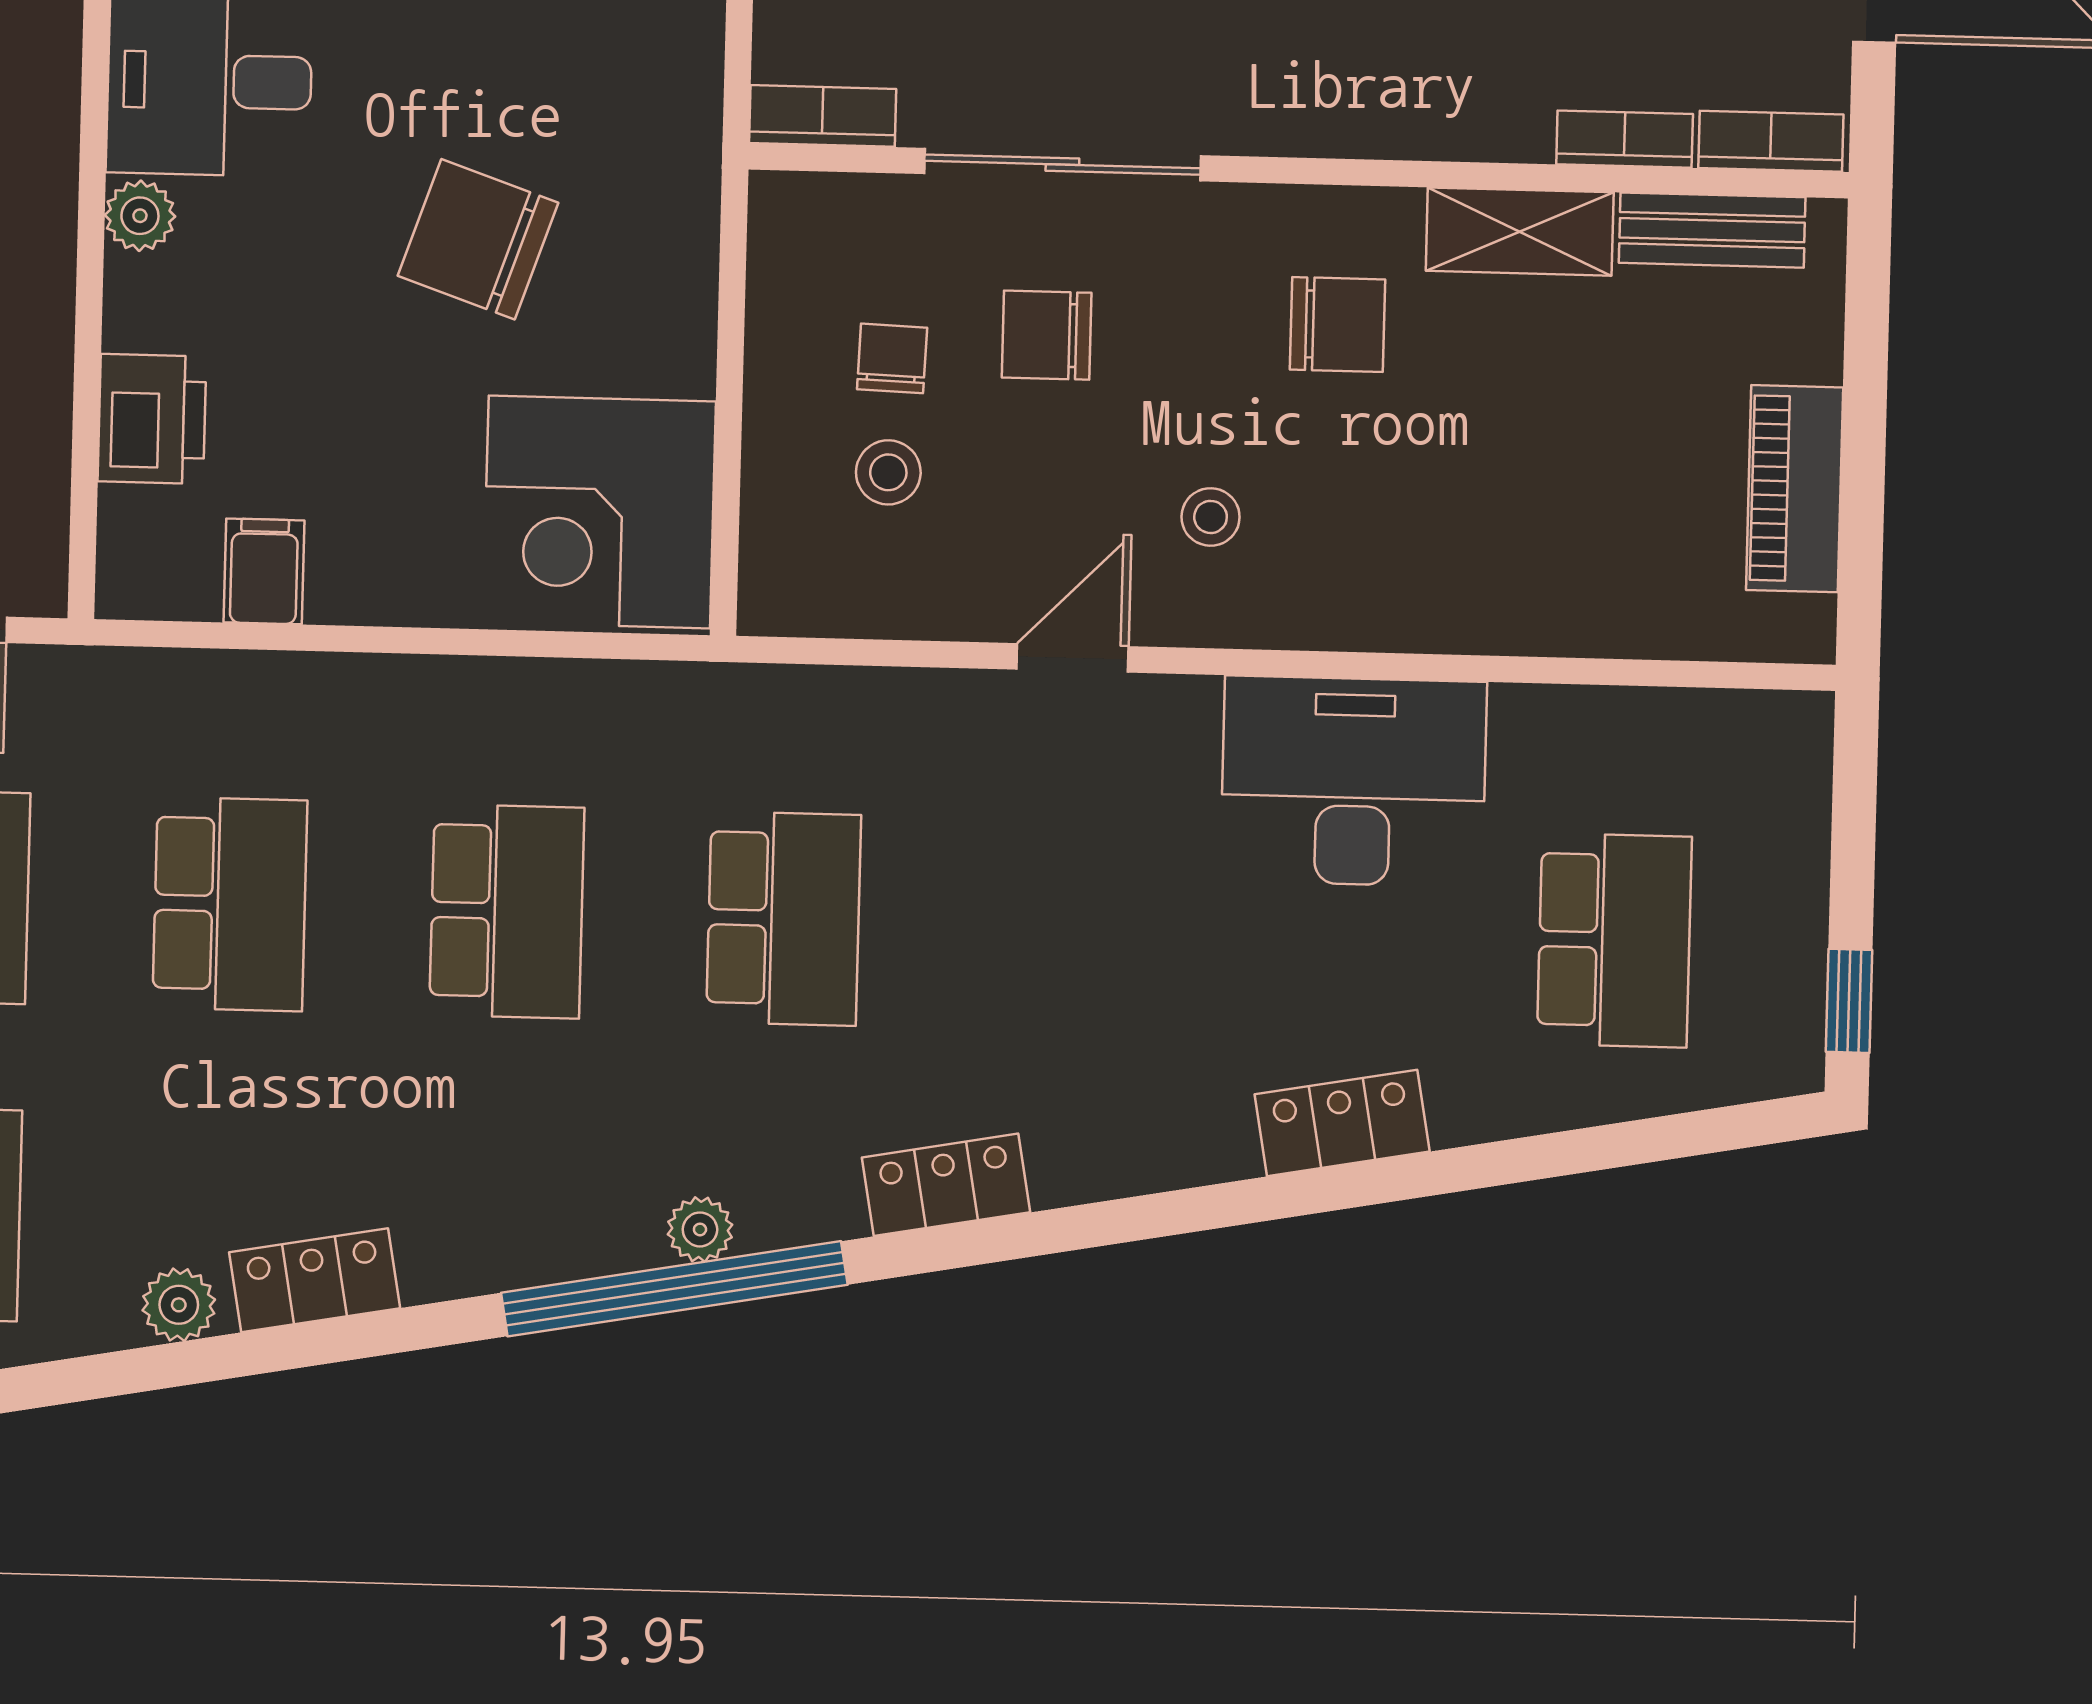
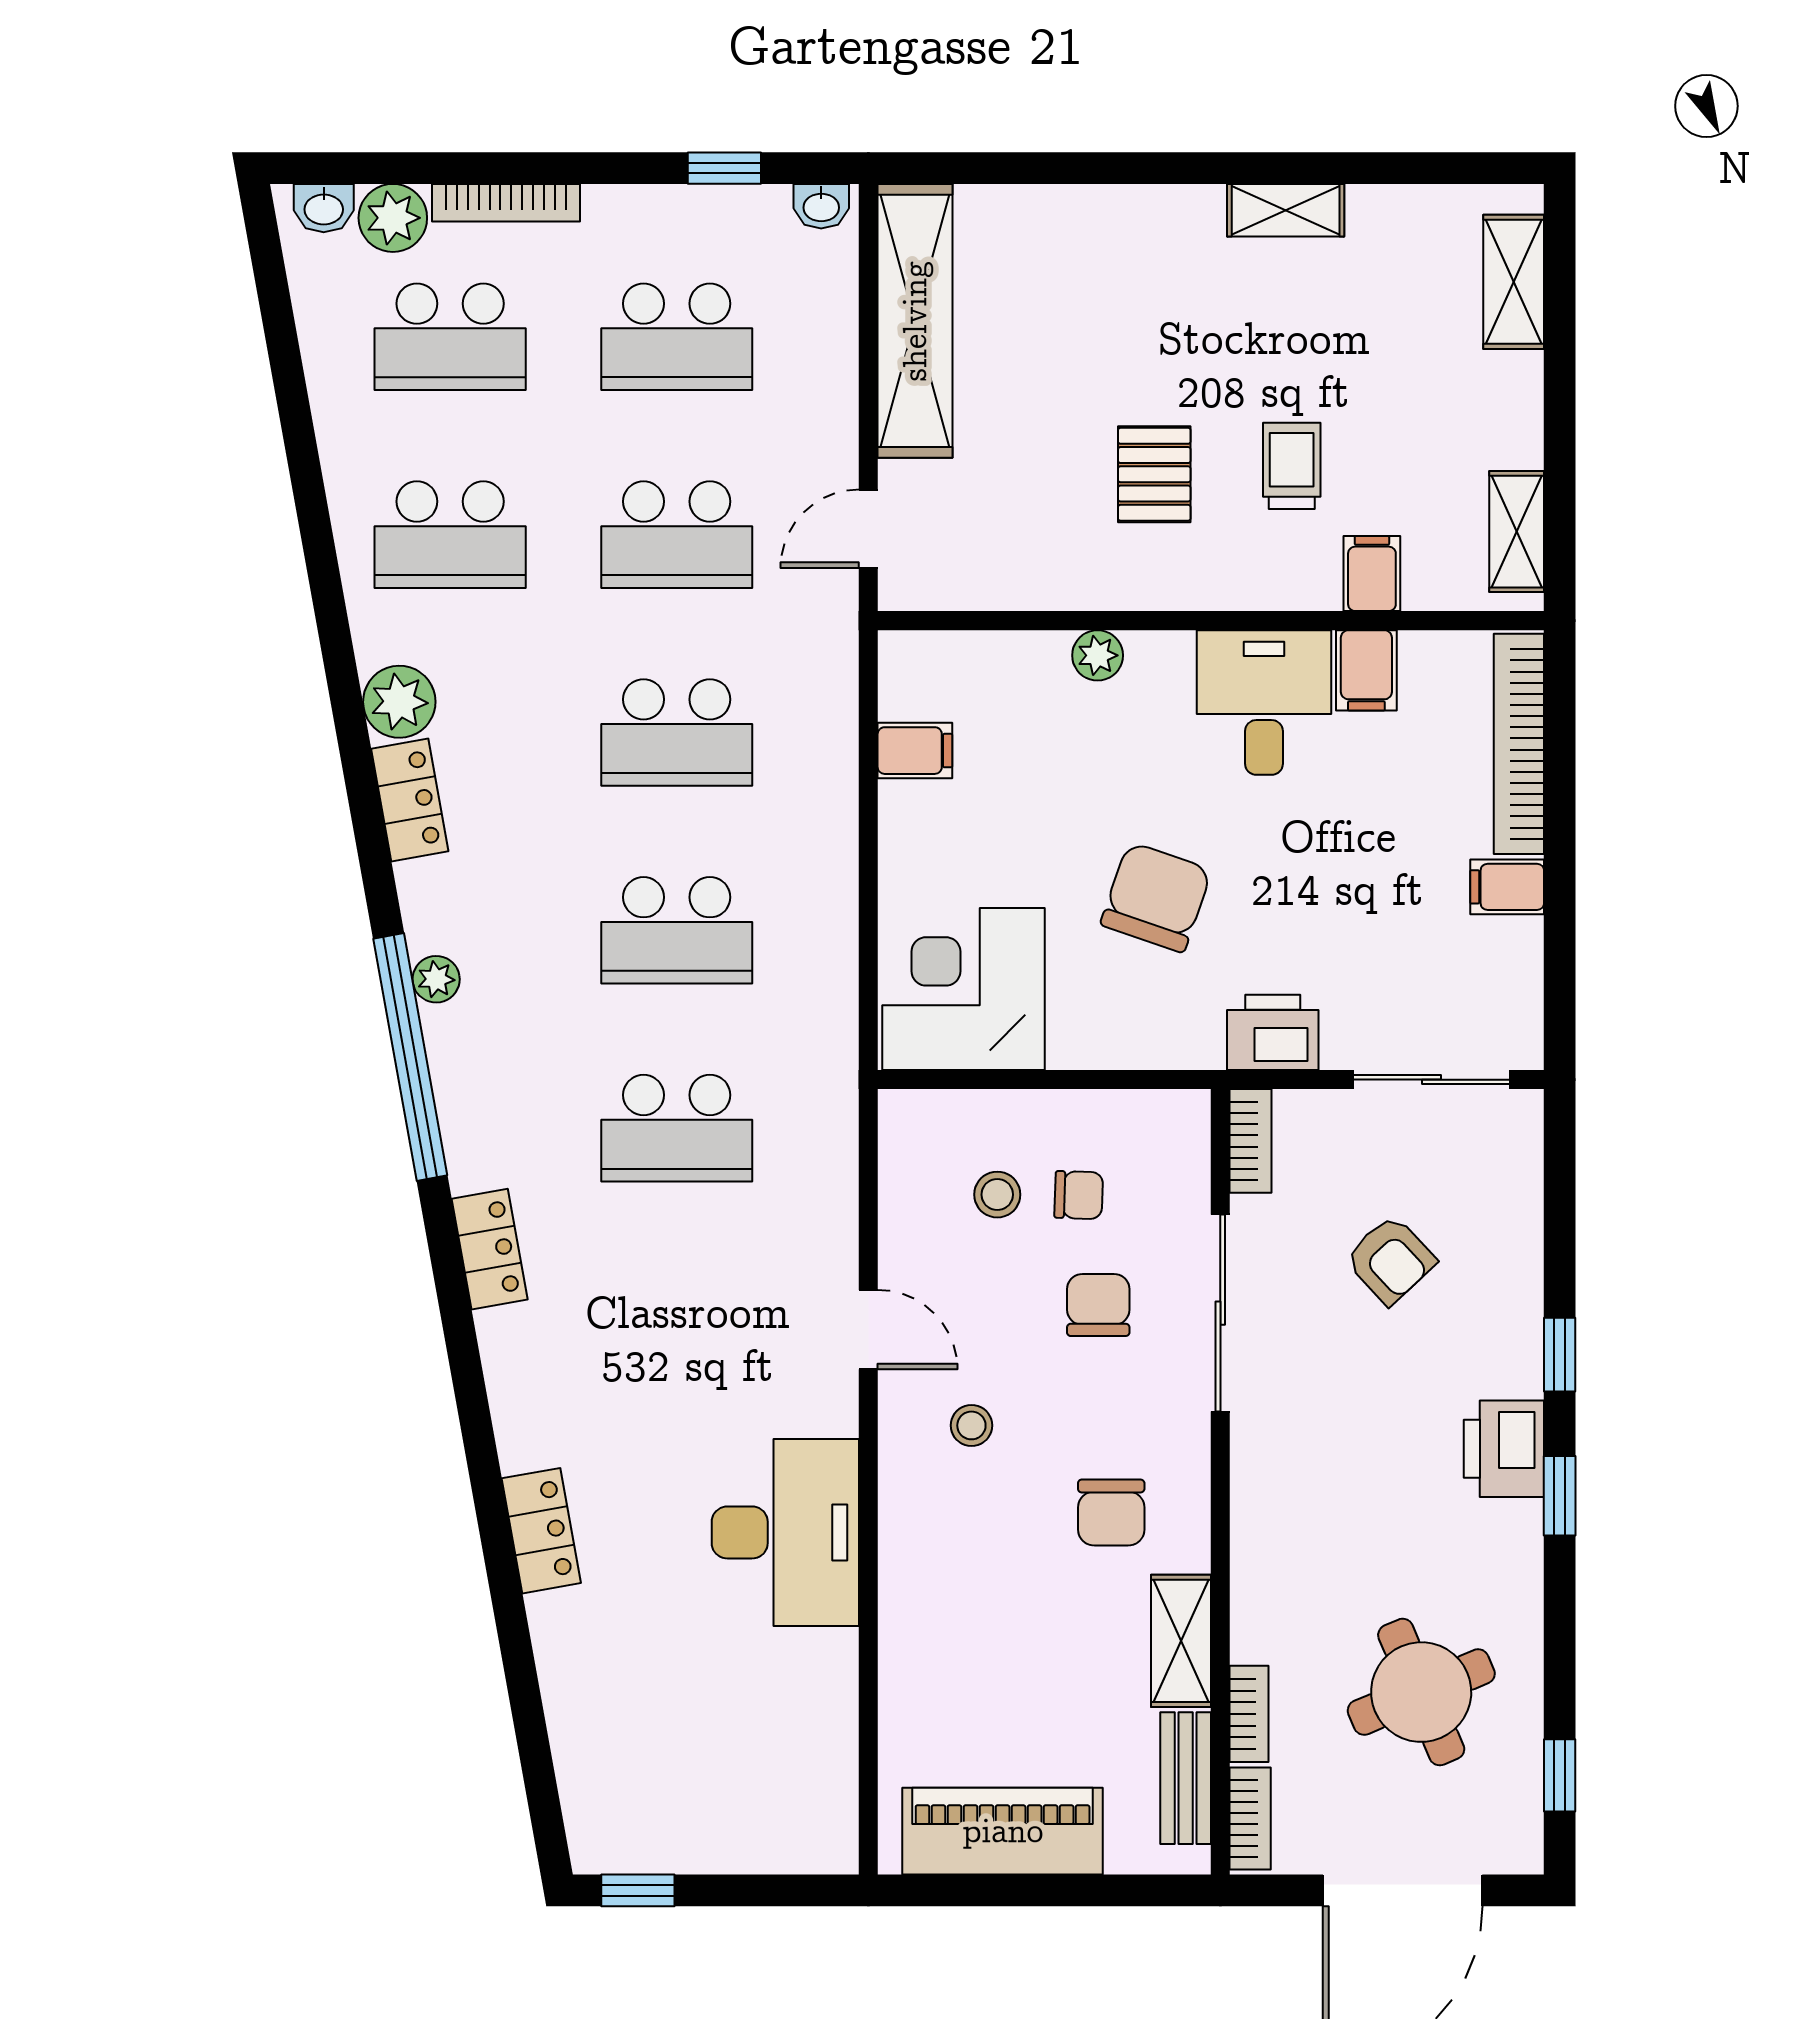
plant: (140, 216) -> (1098, 655), moved
printer: (152, 419) -> (1273, 1032), moved, turned 180
piano: (1795, 489) -> (1003, 1831), width x1.37, depth x1.33
school desk: (1614, 940) -> (677, 1722), removed
plant: (700, 1229) -> (436, 979), moved
plant: (179, 1305) -> (399, 702), width x1.38, depth x1.38

